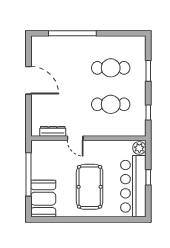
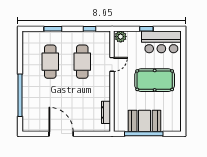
door: (28, 80) -> (61, 134), hinge flipped
door: (75, 138) -> (112, 64), moved
bar counter: (133, 186) -> (161, 42), width x0.73
booth: (43, 199) -> (145, 121), moved

